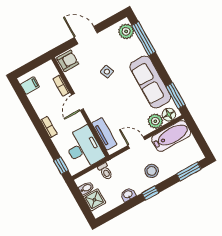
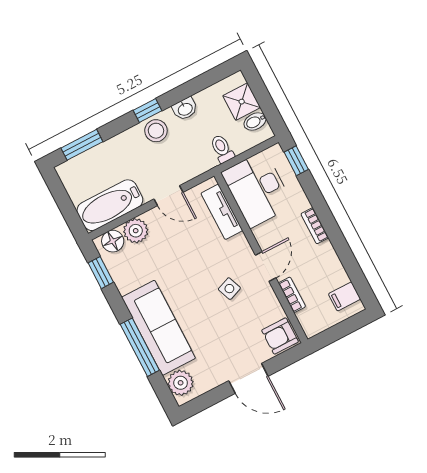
window: (144, 39) -> (140, 347), moved
side table: (107, 72) -> (229, 289), moved
sofa: (150, 82) -> (159, 328), moved
window: (175, 96) -> (101, 273), width x0.67
stool: (152, 171) -> (156, 131), moved

